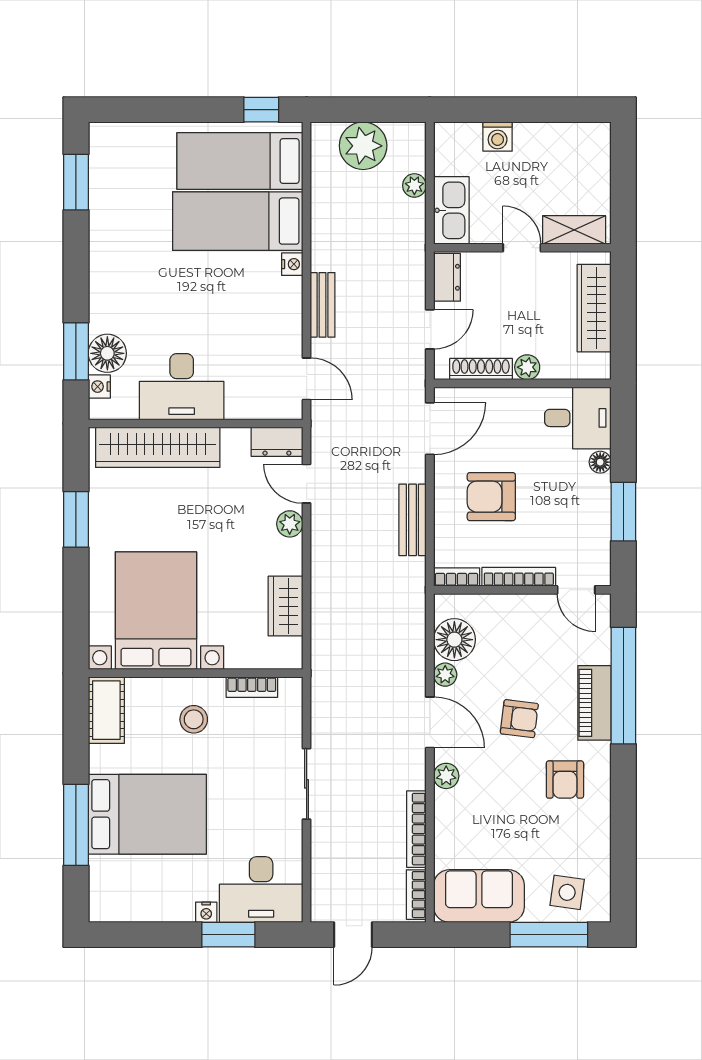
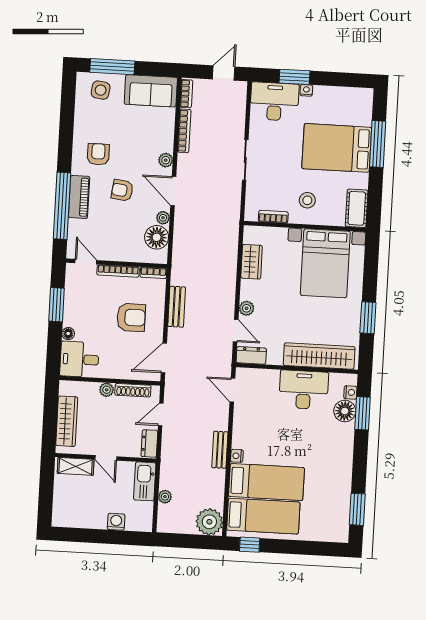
plant: (363, 146) -> (209, 522), moved
bench: (323, 305) -> (220, 450), moved

